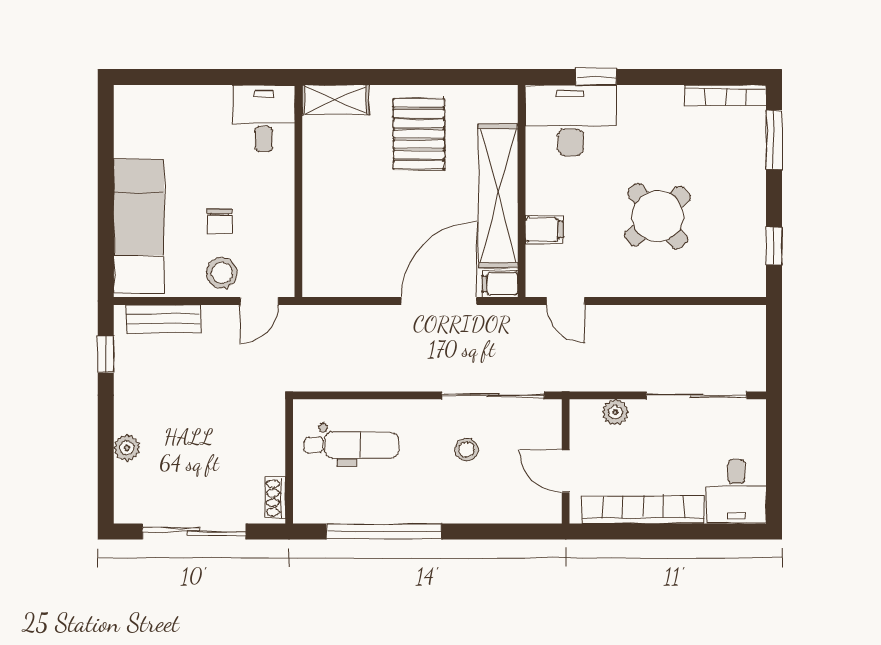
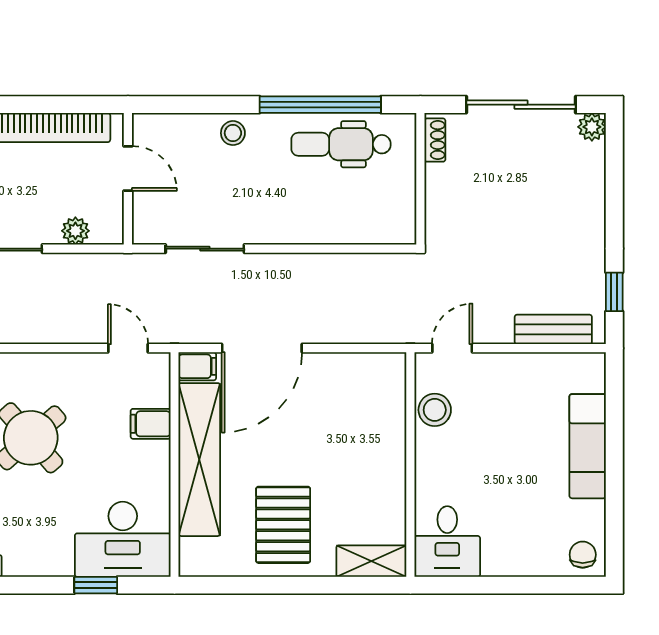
chair: (219, 222) -> (583, 555), moved
exam couch: (139, 226) -> (588, 446), width x0.73, depth x0.69
stool: (222, 273) -> (435, 410), moved
sliding door: (493, 395) -> (205, 249), width x0.73
dental chair: (351, 445) -> (341, 144), moved
plant: (127, 448) -> (592, 127), moved
stool: (467, 449) -> (233, 133), moved

